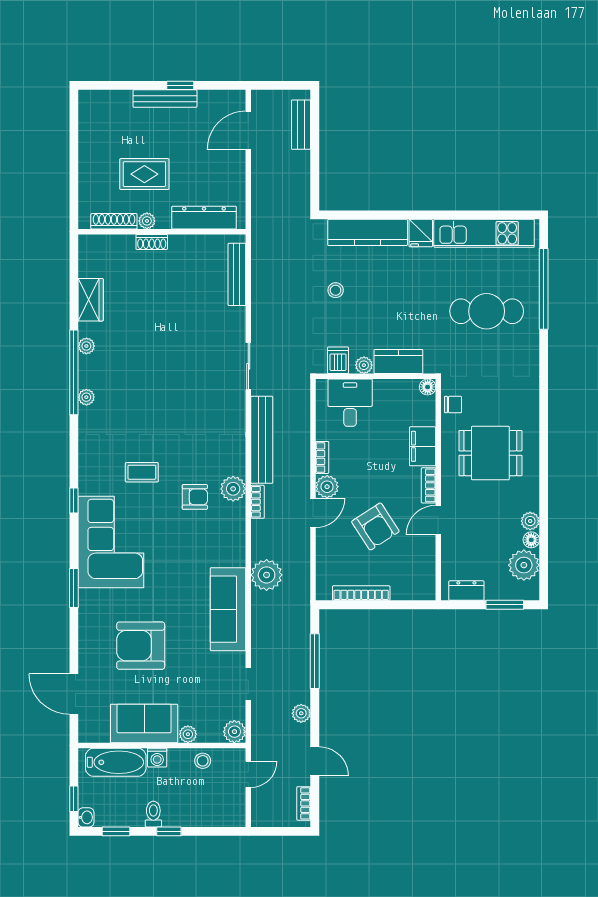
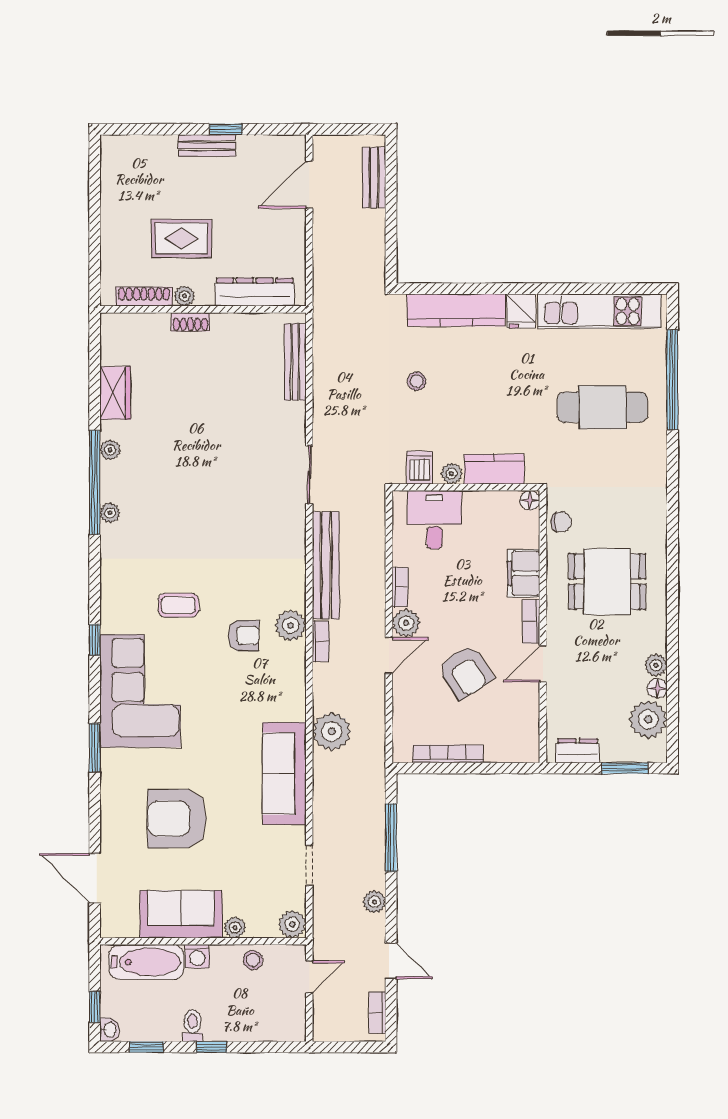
bench: (165, 99) -> (207, 146), width x0.73

